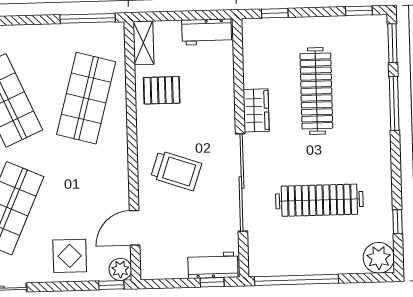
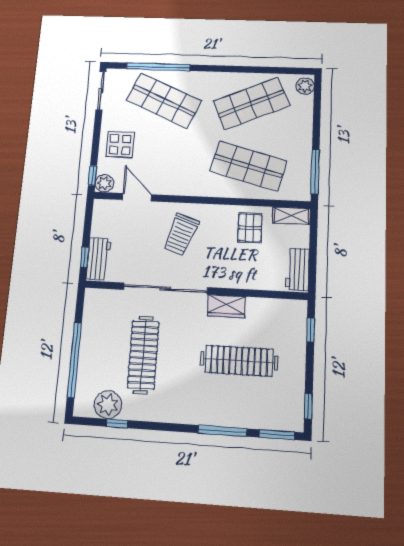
plant: (379, 258) -> (108, 405), moved
window: (297, 280) -> (74, 360), moved

